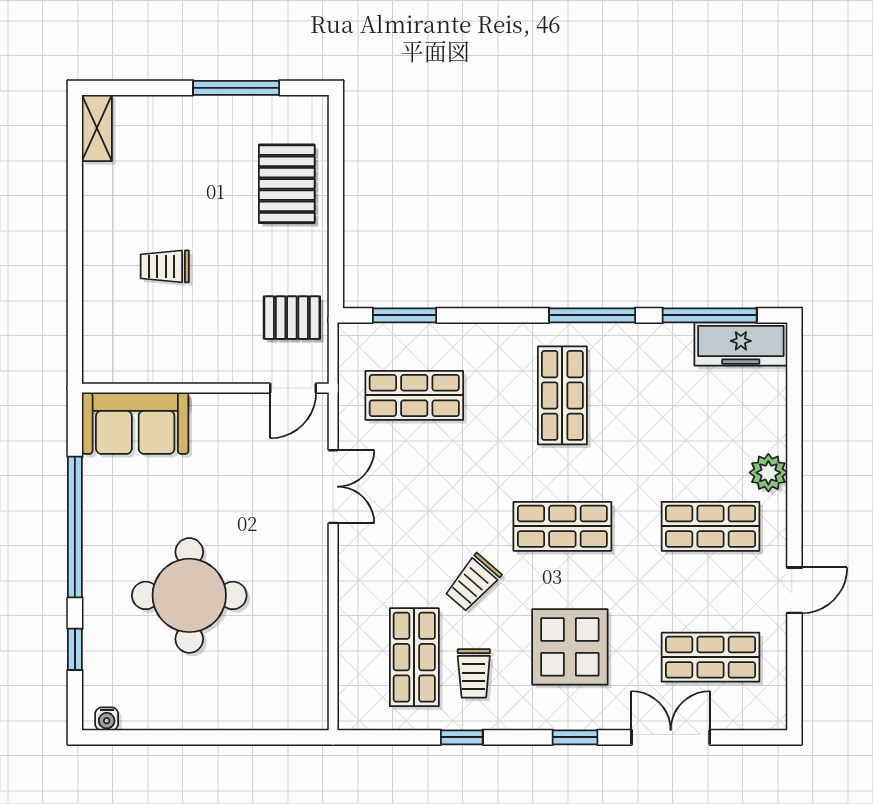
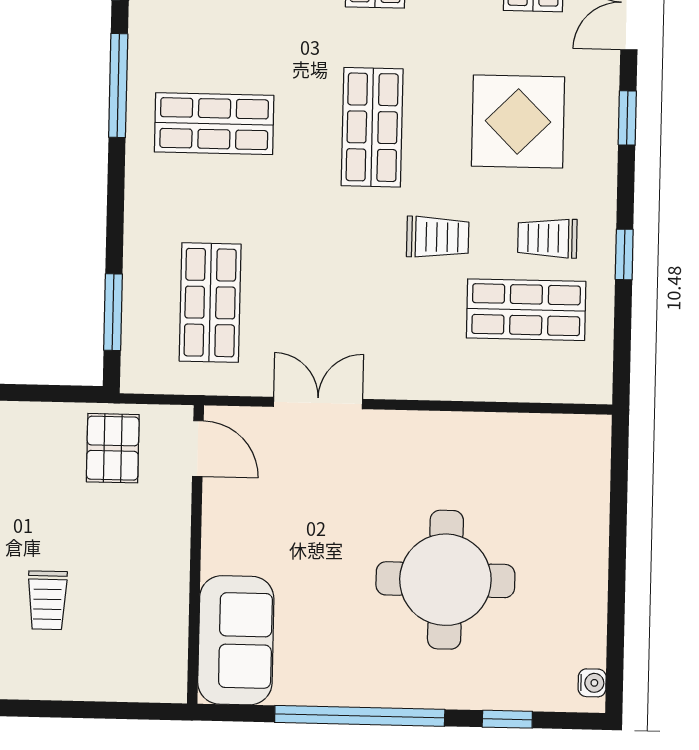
trolley: (473, 583) -> (438, 237), turned -41
trolley: (474, 673) -> (547, 238), turned 180

